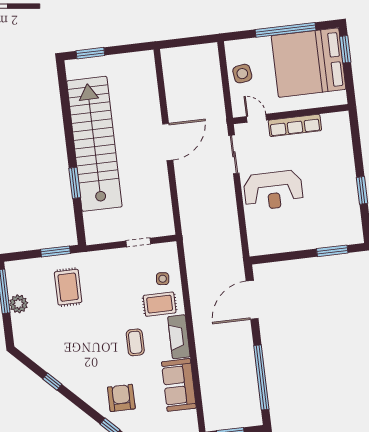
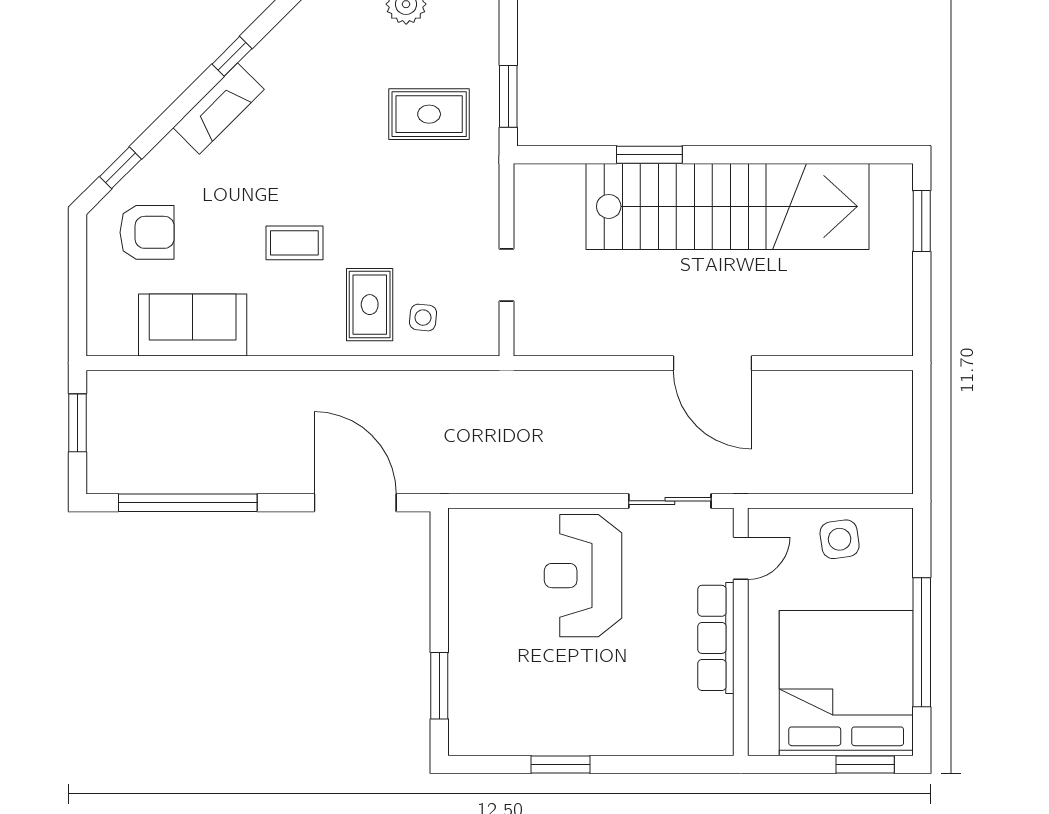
fireplace: (179, 337) -> (219, 109), moved, turned 135
armchair: (121, 398) -> (147, 232), moved

